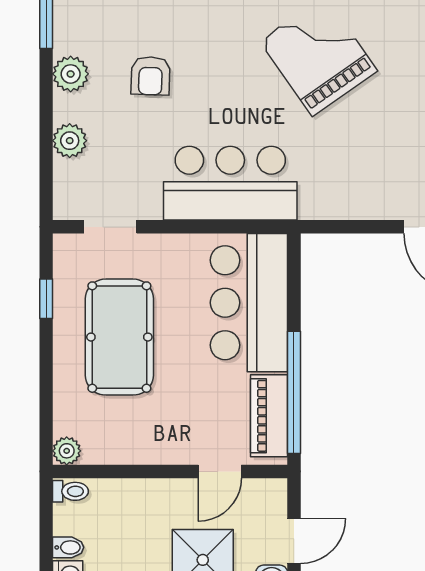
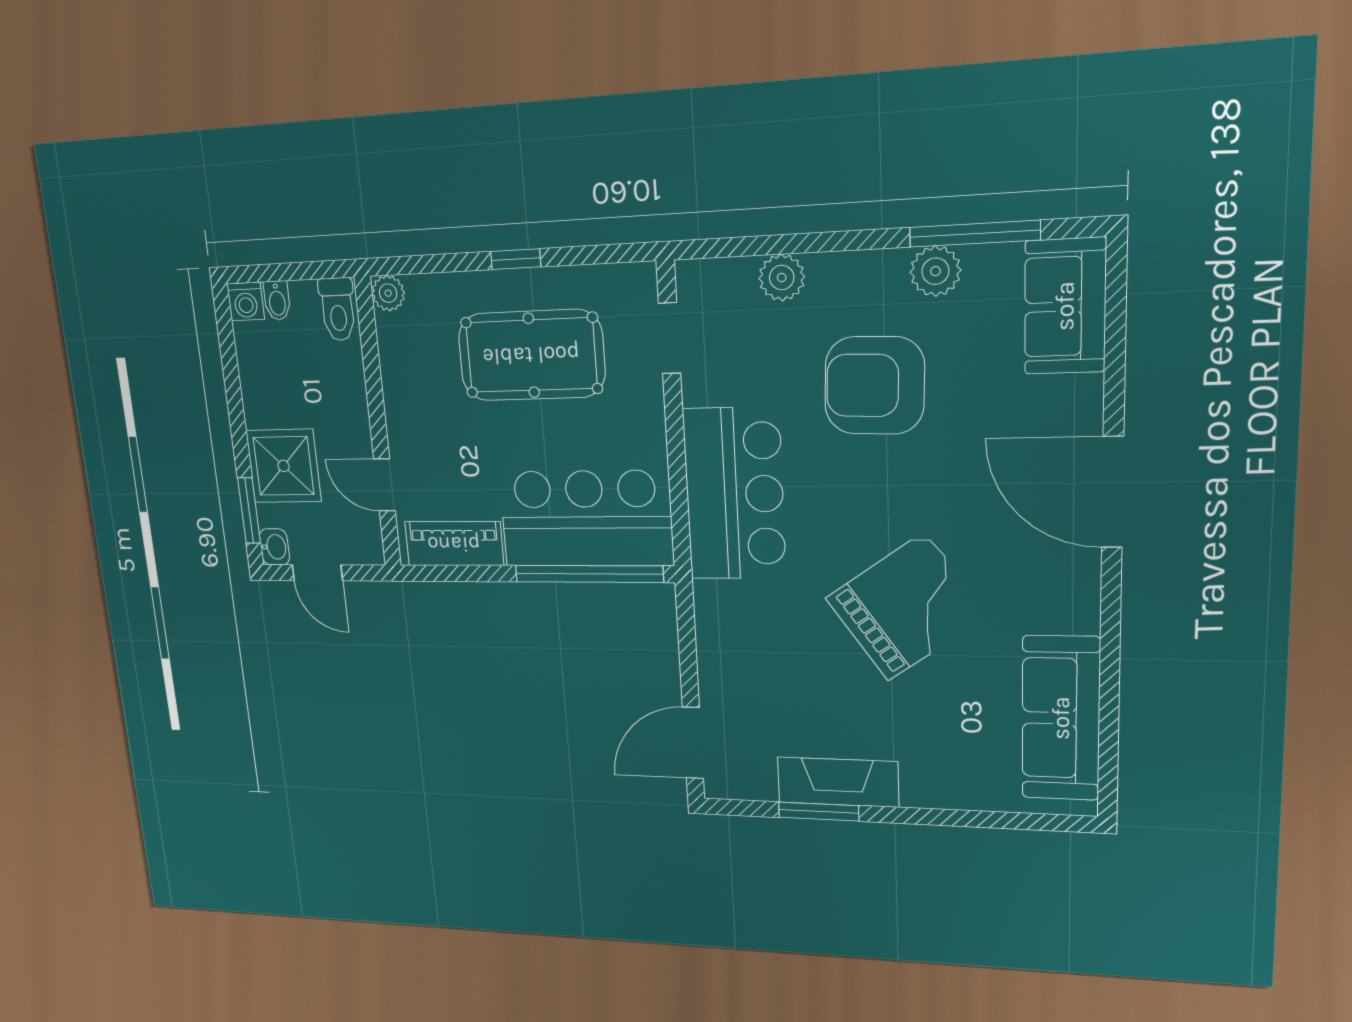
plant: (71, 74) -> (935, 271), moved
armchair: (151, 76) -> (874, 386), width x1.88, depth x1.88
window: (46, 299) -> (516, 259), moved
window: (294, 392) -> (589, 574), moved
toilet: (70, 491) -> (338, 309), width x1.37, depth x1.39

